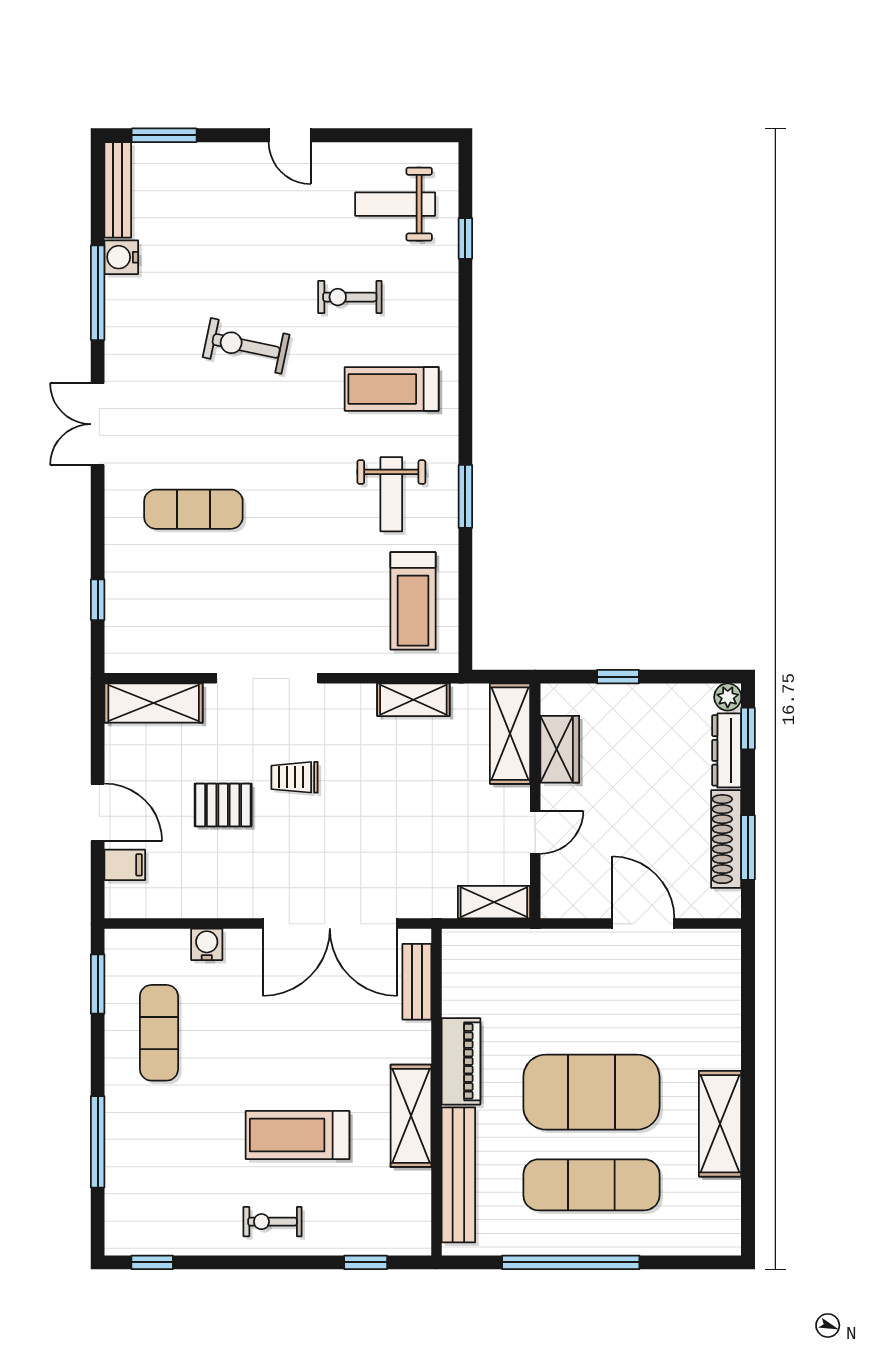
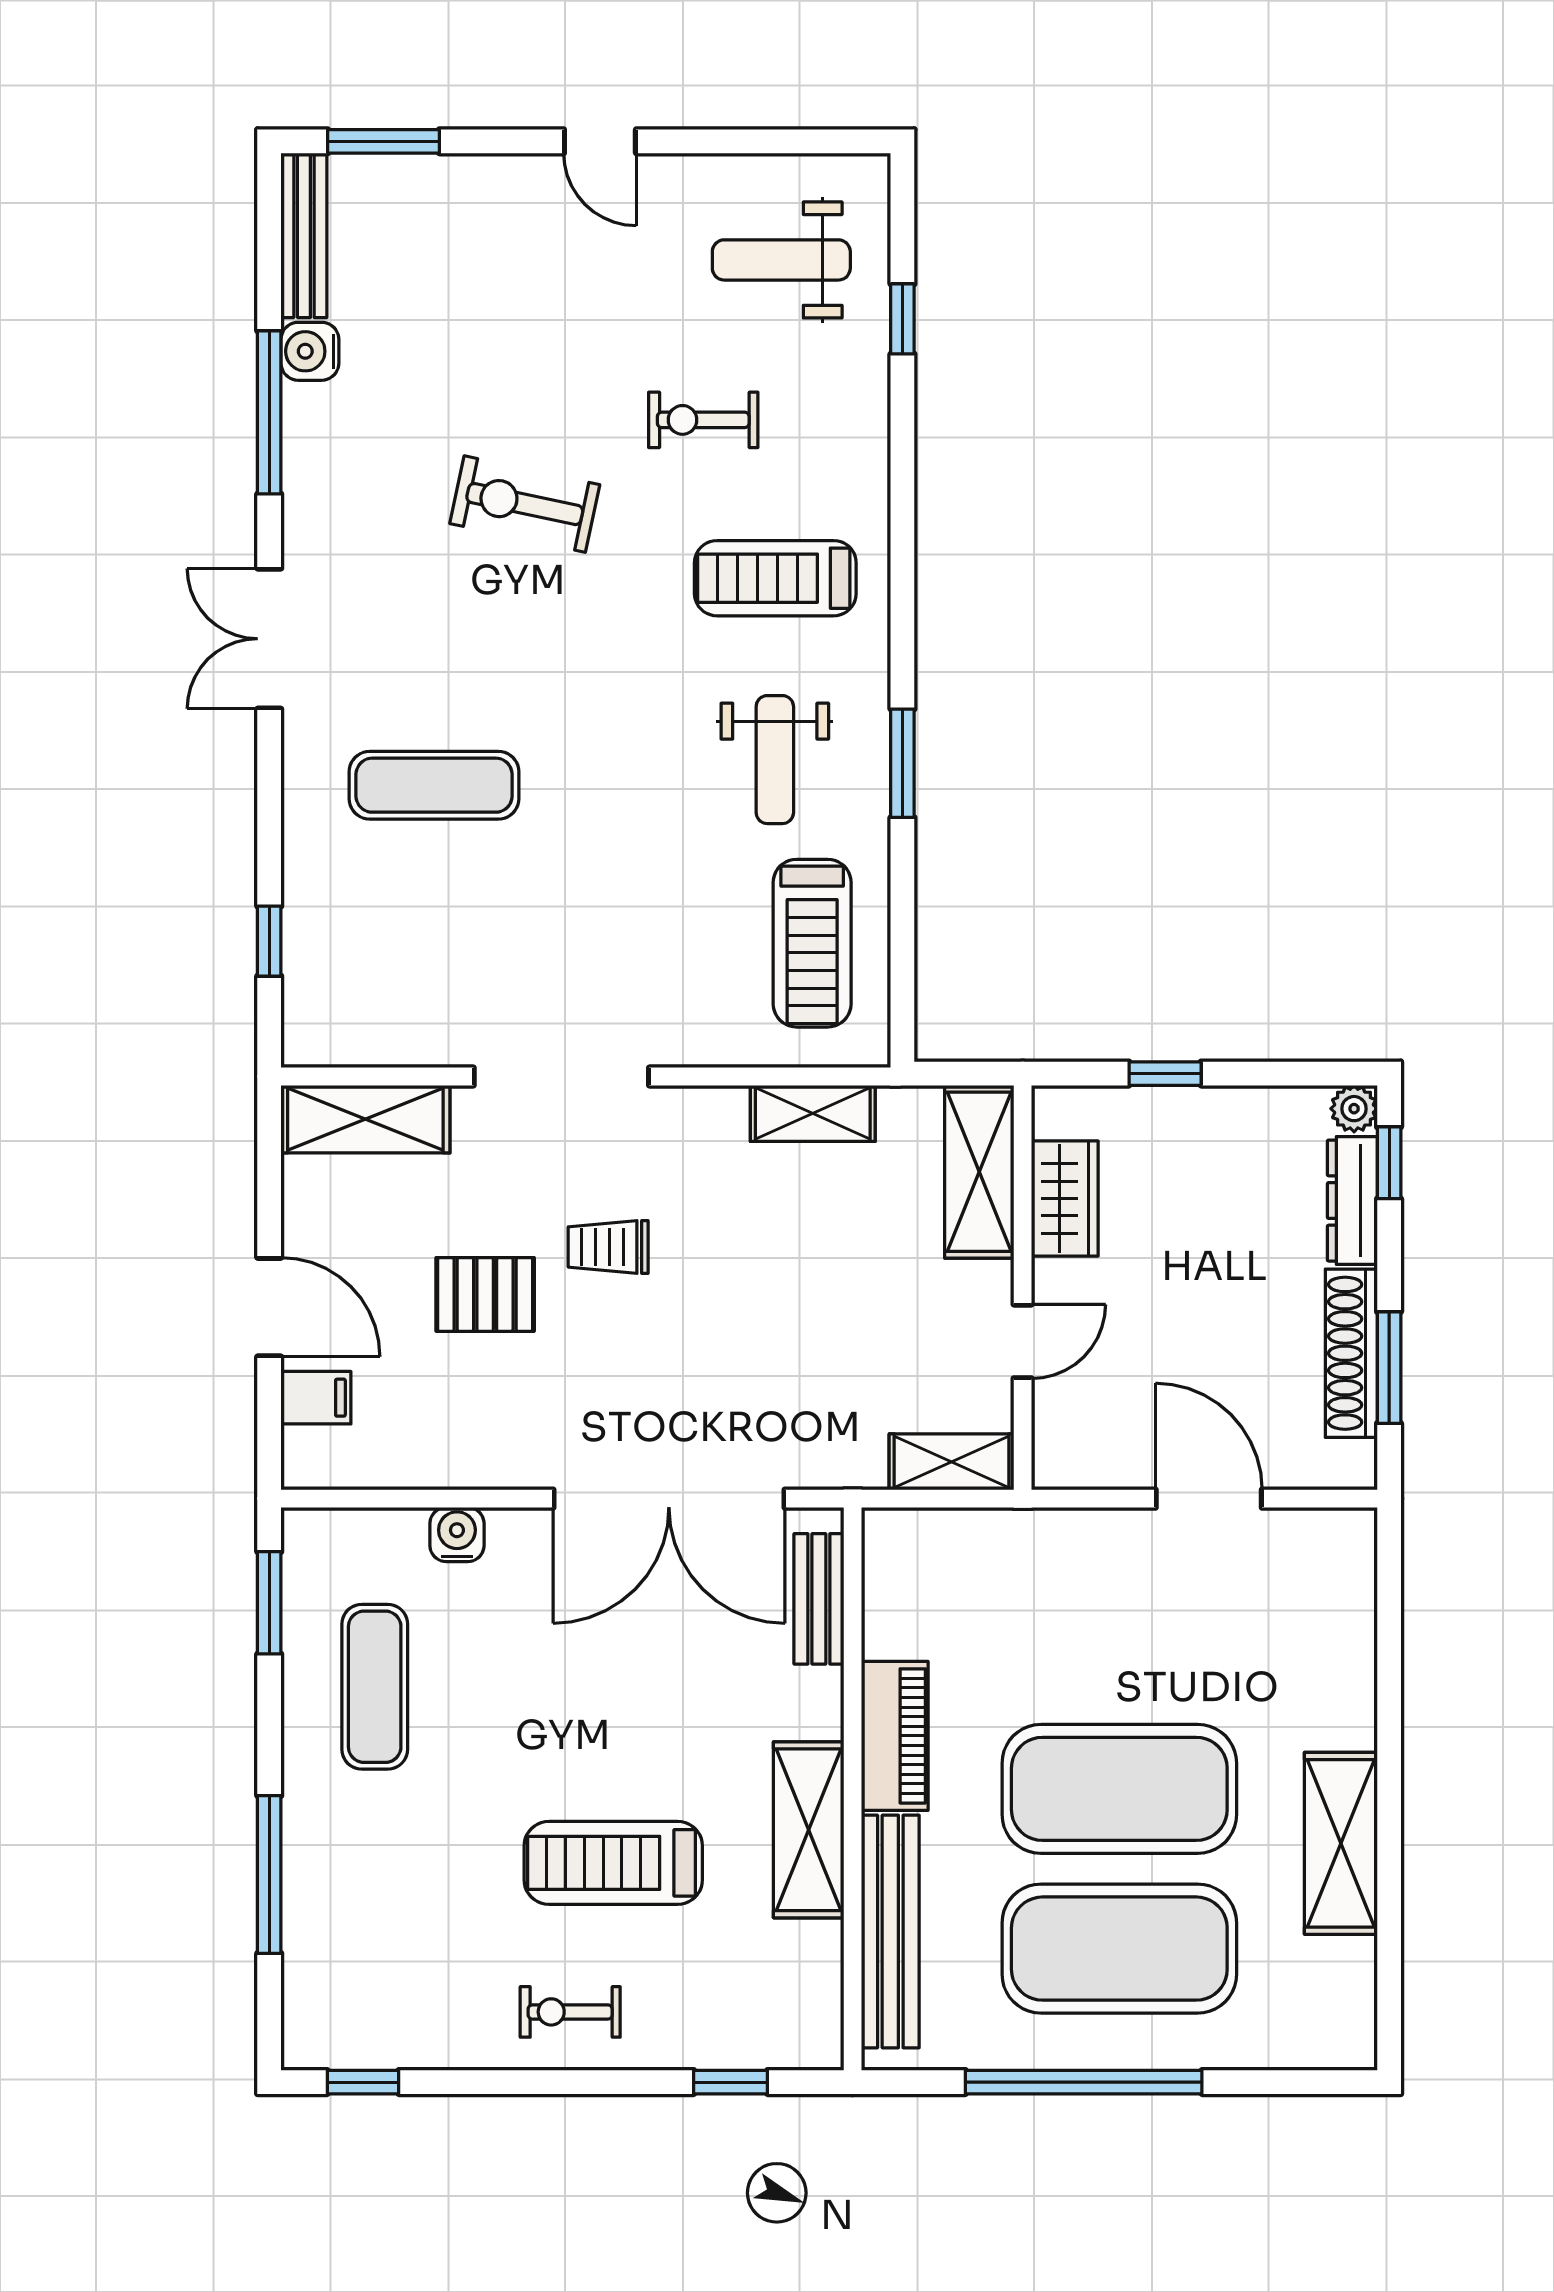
exercise mat: (591, 1185) -> (1119, 1949), width x1.47

